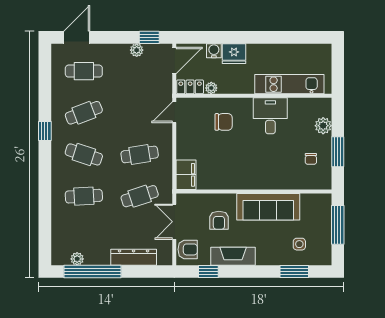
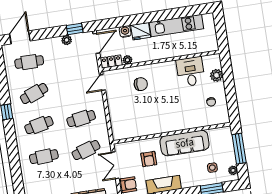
kitchen unit: (289, 84) -> (176, 25), moved, turned 180
desk: (270, 116) -> (191, 72), moved
window: (338, 152) -> (231, 93), removed
cafe table: (84, 154) -> (39, 125), turned -30
filing cabinet: (186, 175) -> (119, 129), removed
plant: (325, 252) -> (233, 170), added

